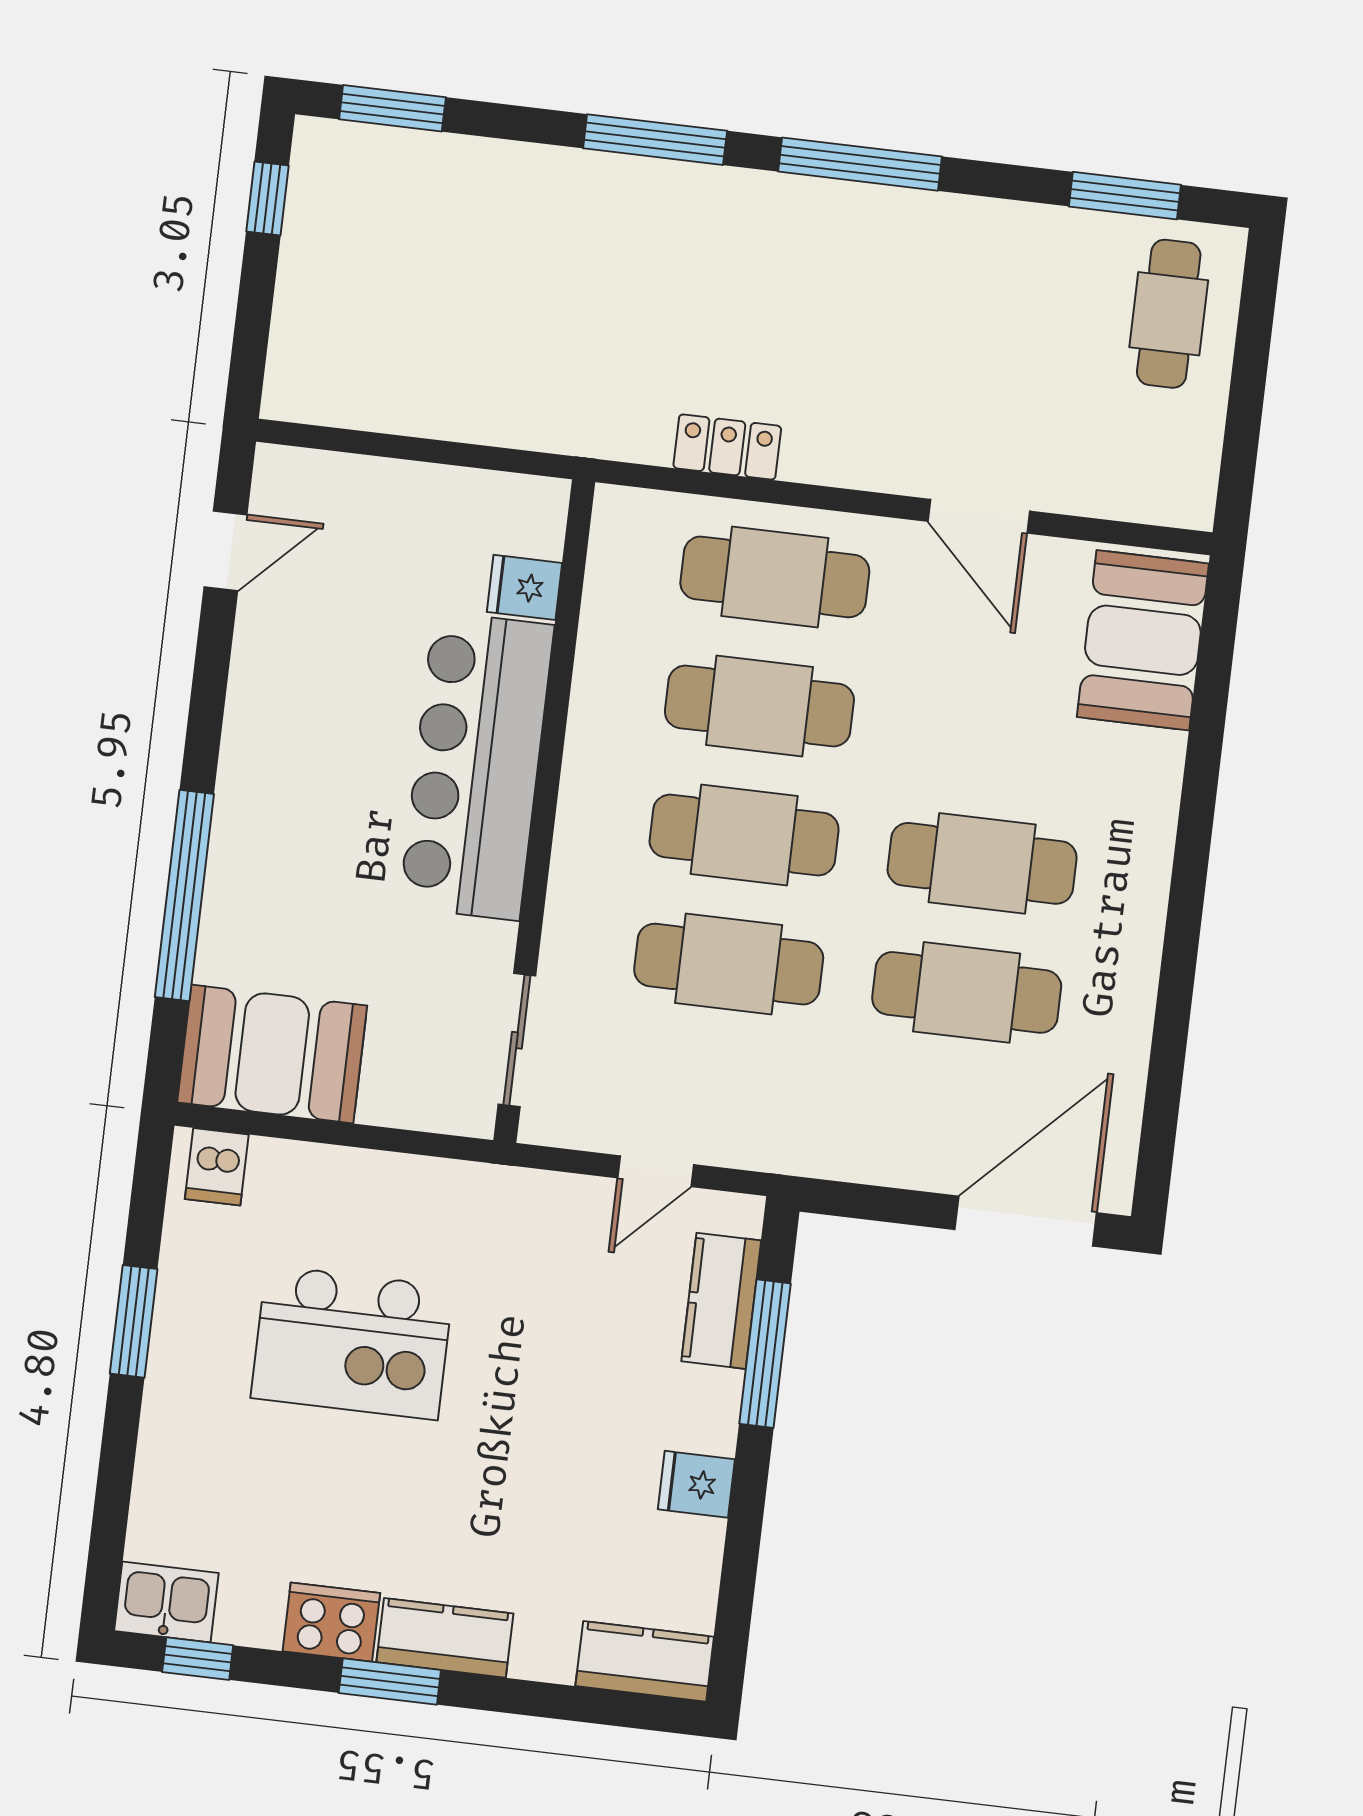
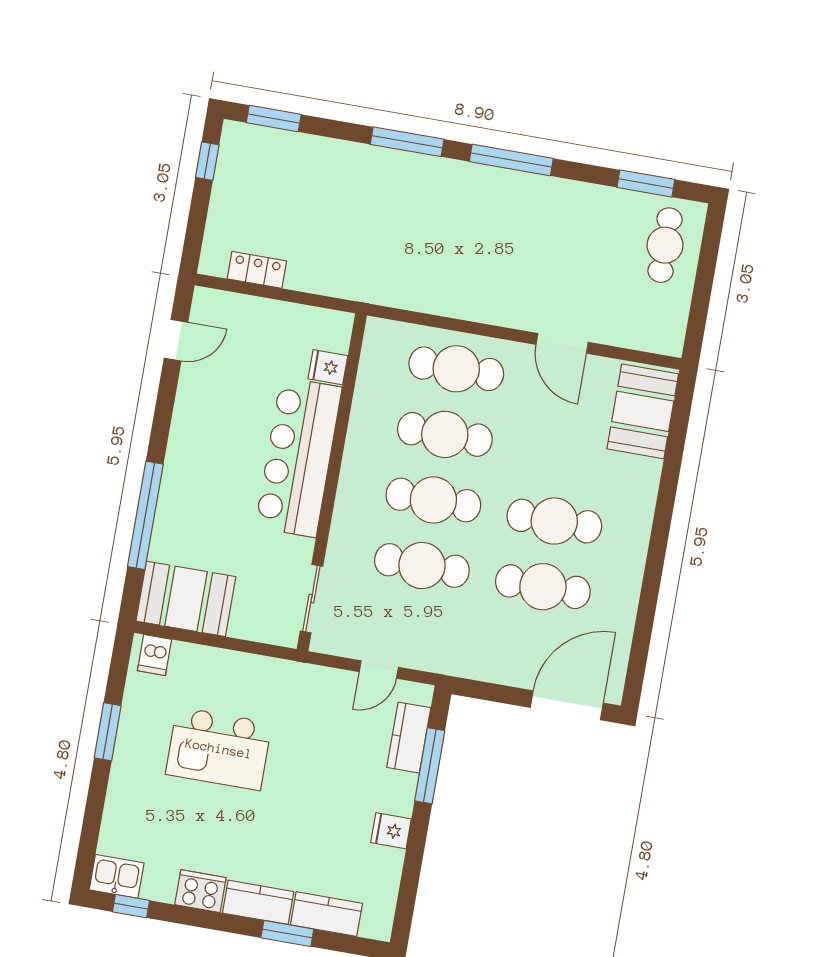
locker: (727, 447) -> (257, 270), moved
kitchen counter: (645, 1661) -> (326, 914), moved
window: (390, 1682) -> (287, 933), moved

